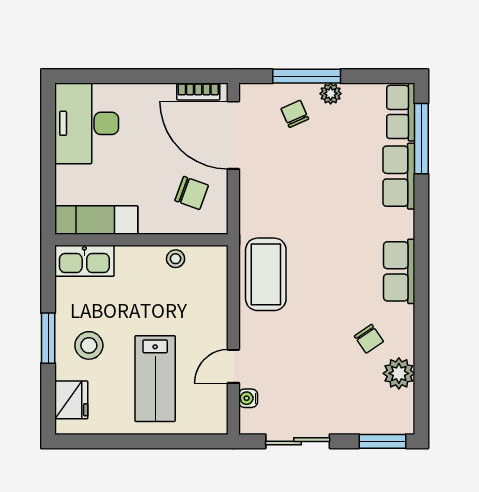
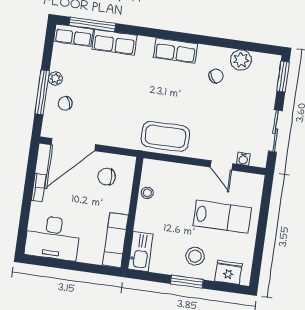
bookcase: (198, 91) -> (39, 188), moved
chair: (192, 193) -> (107, 177), turned -110

